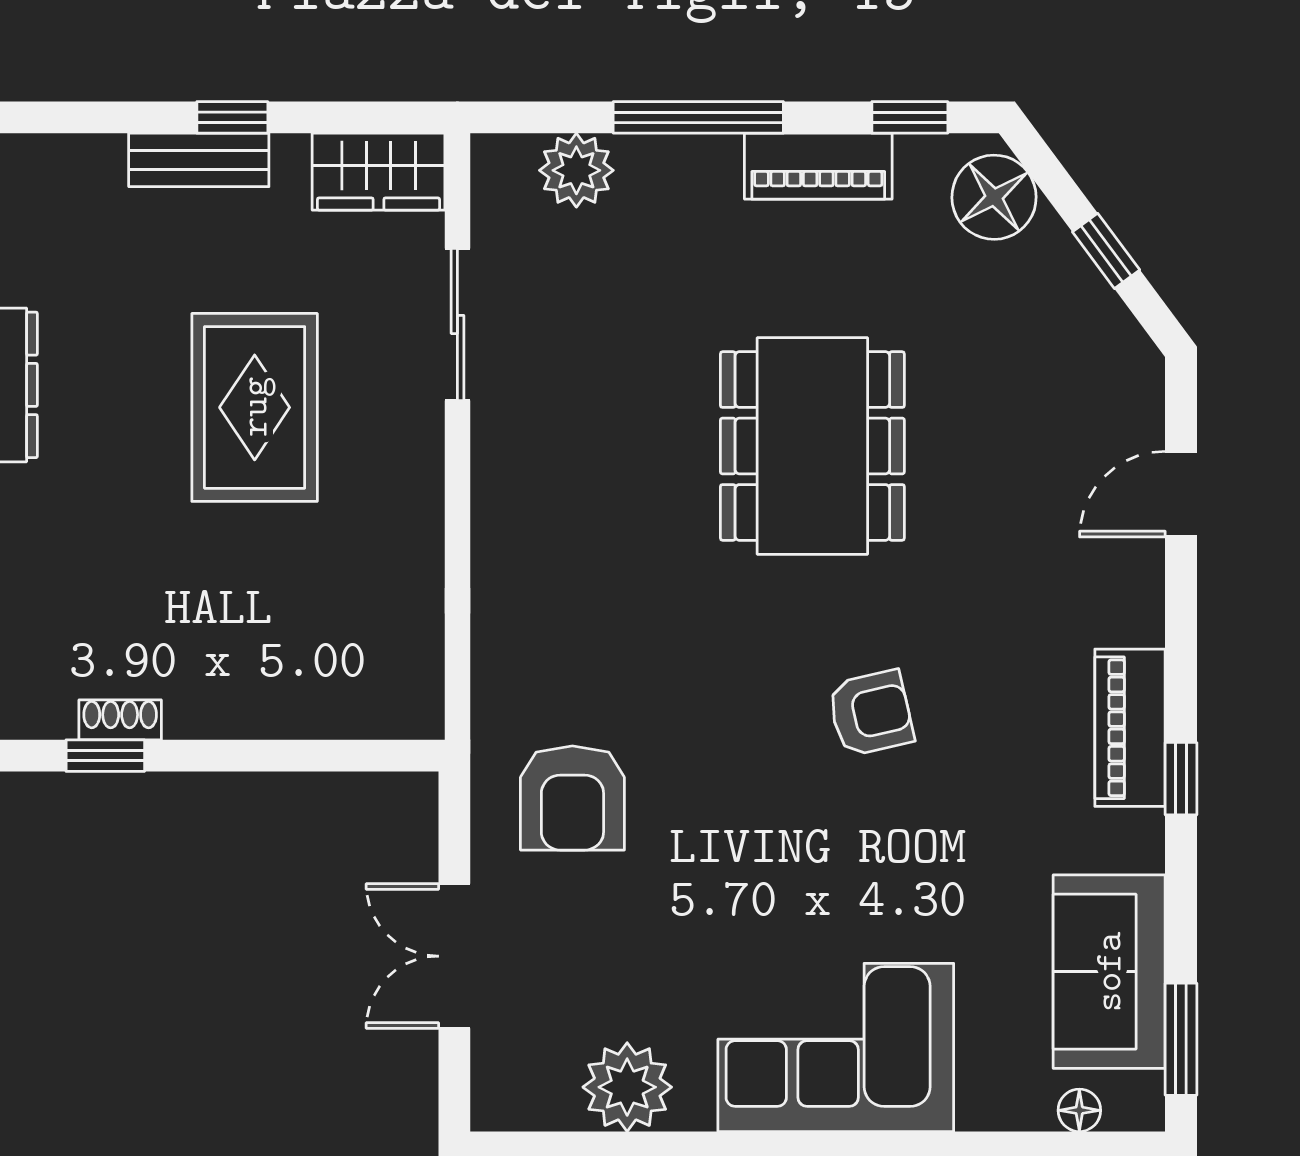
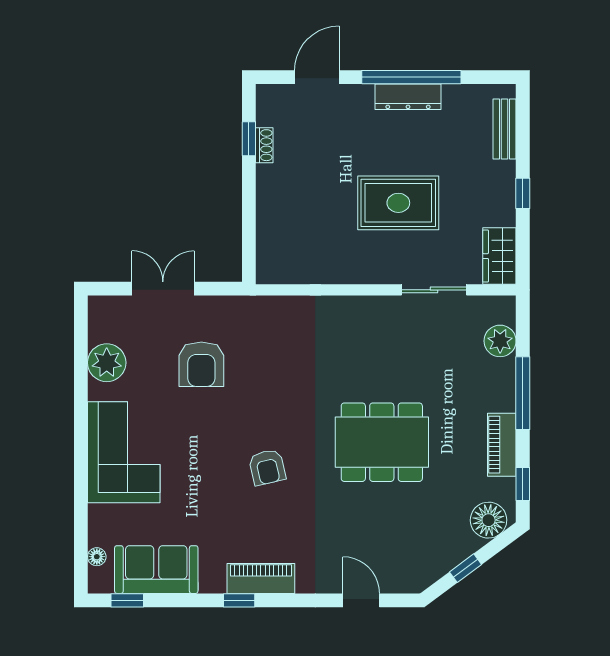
bench: (199, 160) -> (505, 129), moved
armchair: (572, 798) -> (201, 364), moved, turned -90
window: (1181, 1039) -> (127, 600), width x0.67

